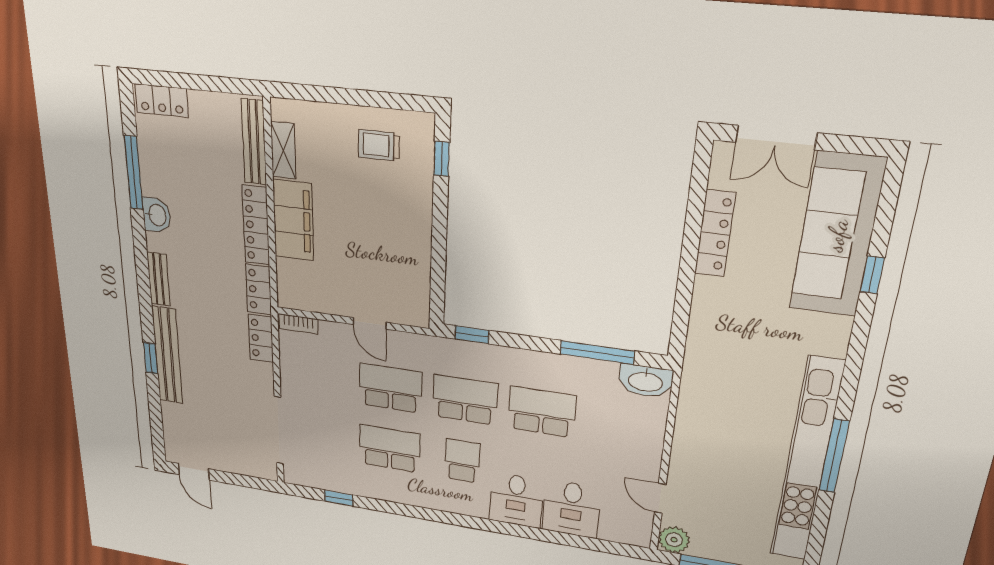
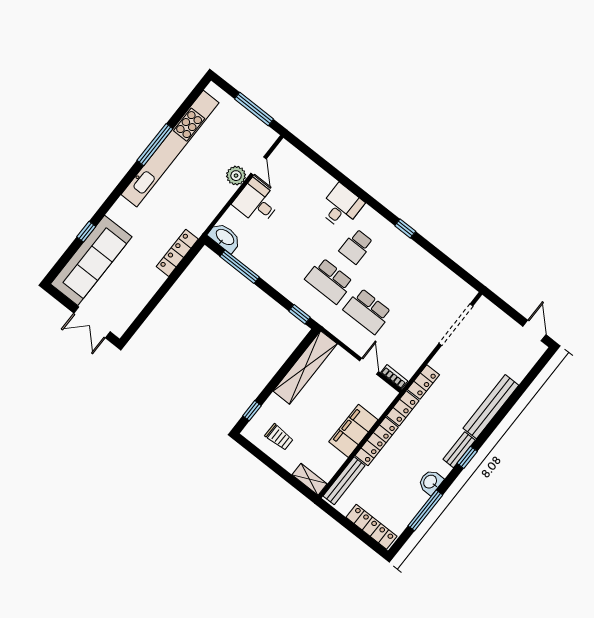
locker: (162, 101) -> (371, 527), width x1.53
double door: (776, 138) -> (92, 322), swing flipped
shelving: (283, 150) -> (309, 479), moved, turned 90
locker: (715, 234) -> (177, 253), moved
shelving: (414, 267) -> (305, 367), added
door: (370, 323) -> (369, 366), moved
window: (150, 358) -> (467, 457), moved
school desk: (542, 412) -> (291, 251), removed
school desk: (390, 449) -> (395, 277), removed
window: (339, 498) -> (405, 228), moved
desk: (571, 509) -> (257, 202), moved, turned -90
plant: (674, 540) -> (236, 176), moved

